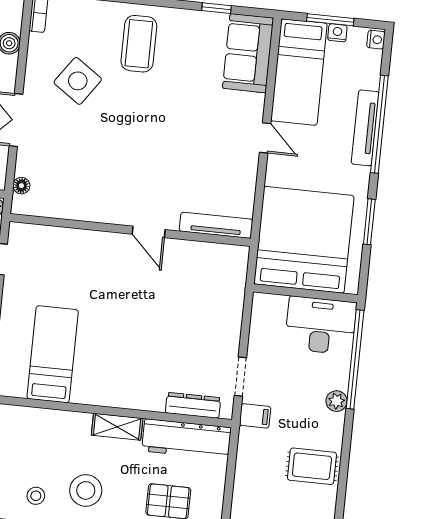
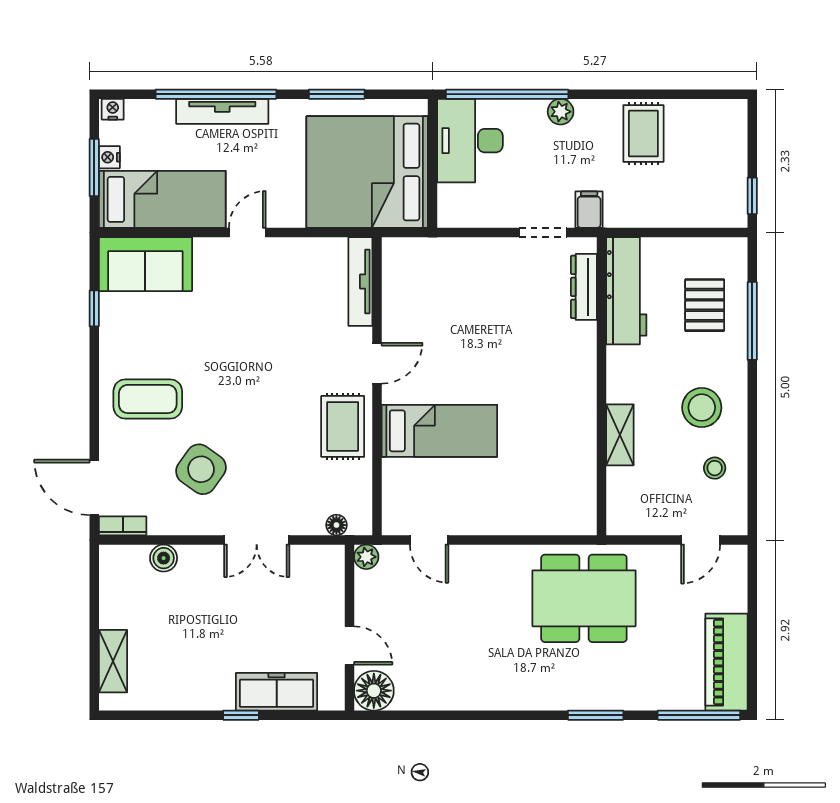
rug: (100, 199) -> (343, 426), added
bed: (53, 354) -> (439, 431), moved, turned 180
shelving: (117, 427) -> (620, 435), moved

